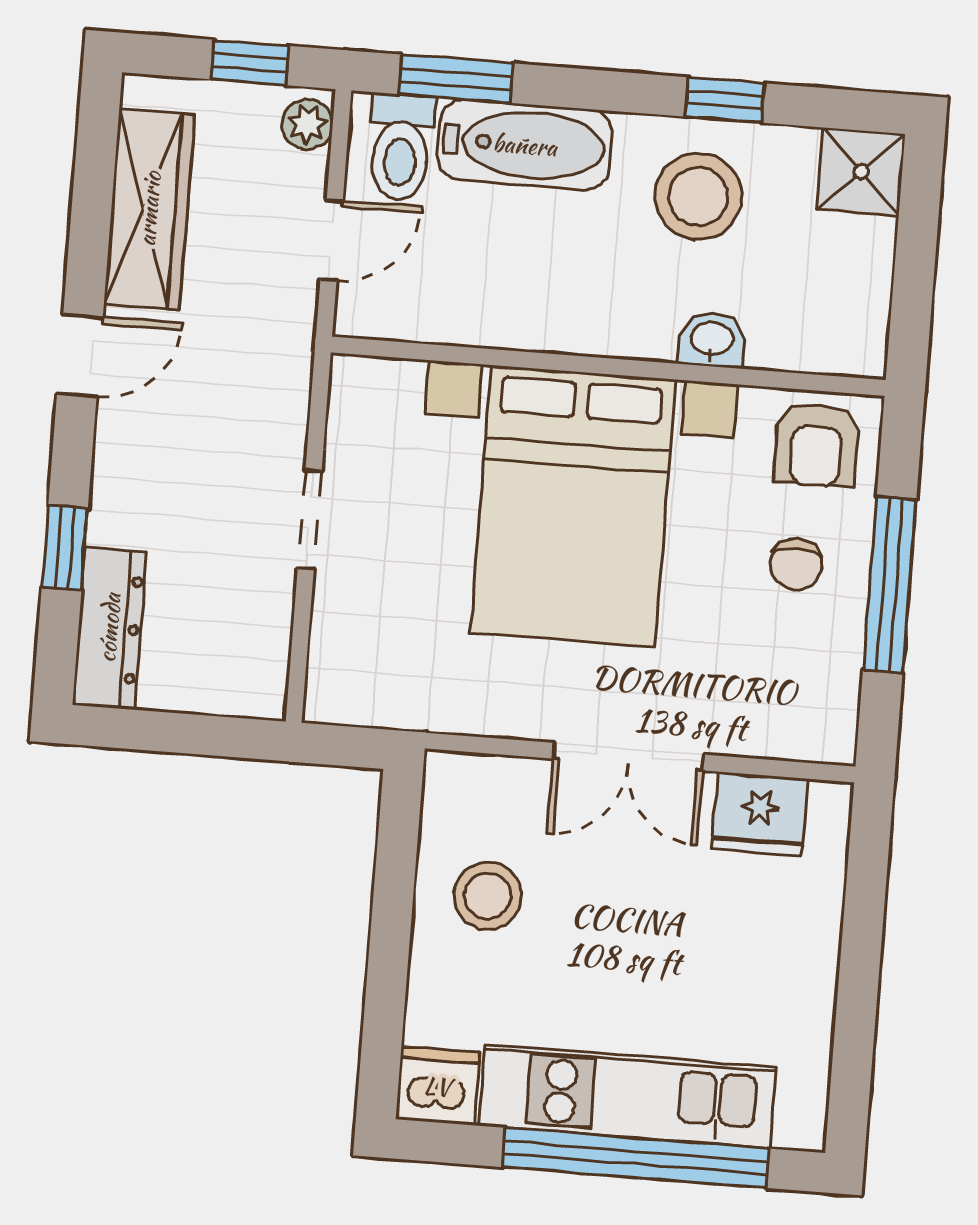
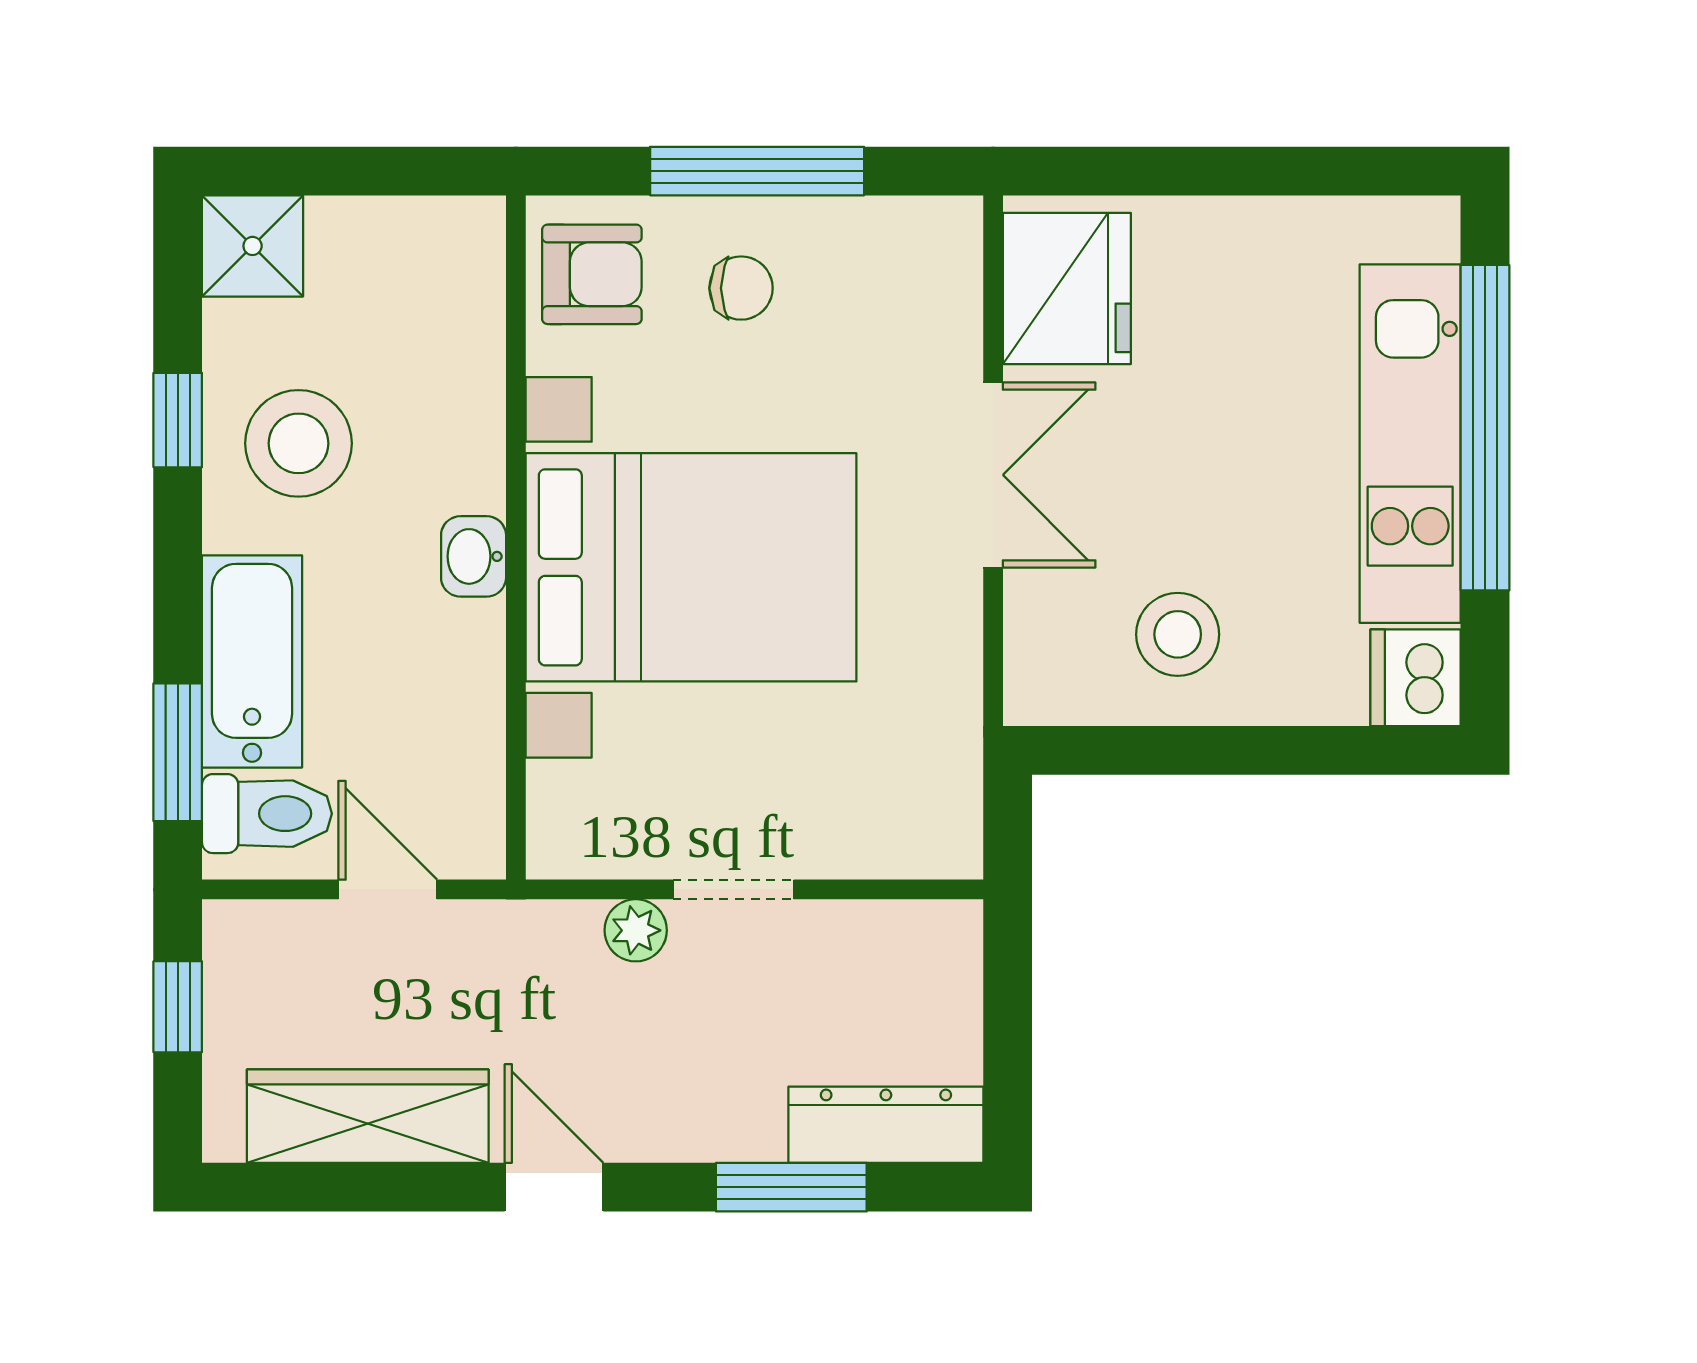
plant: (307, 124) -> (636, 930), moved
washbasin: (712, 340) -> (474, 556), moved
window: (65, 548) -> (791, 1187), width x1.50
fridge: (760, 814) -> (1067, 289), width x1.36, depth x1.34

